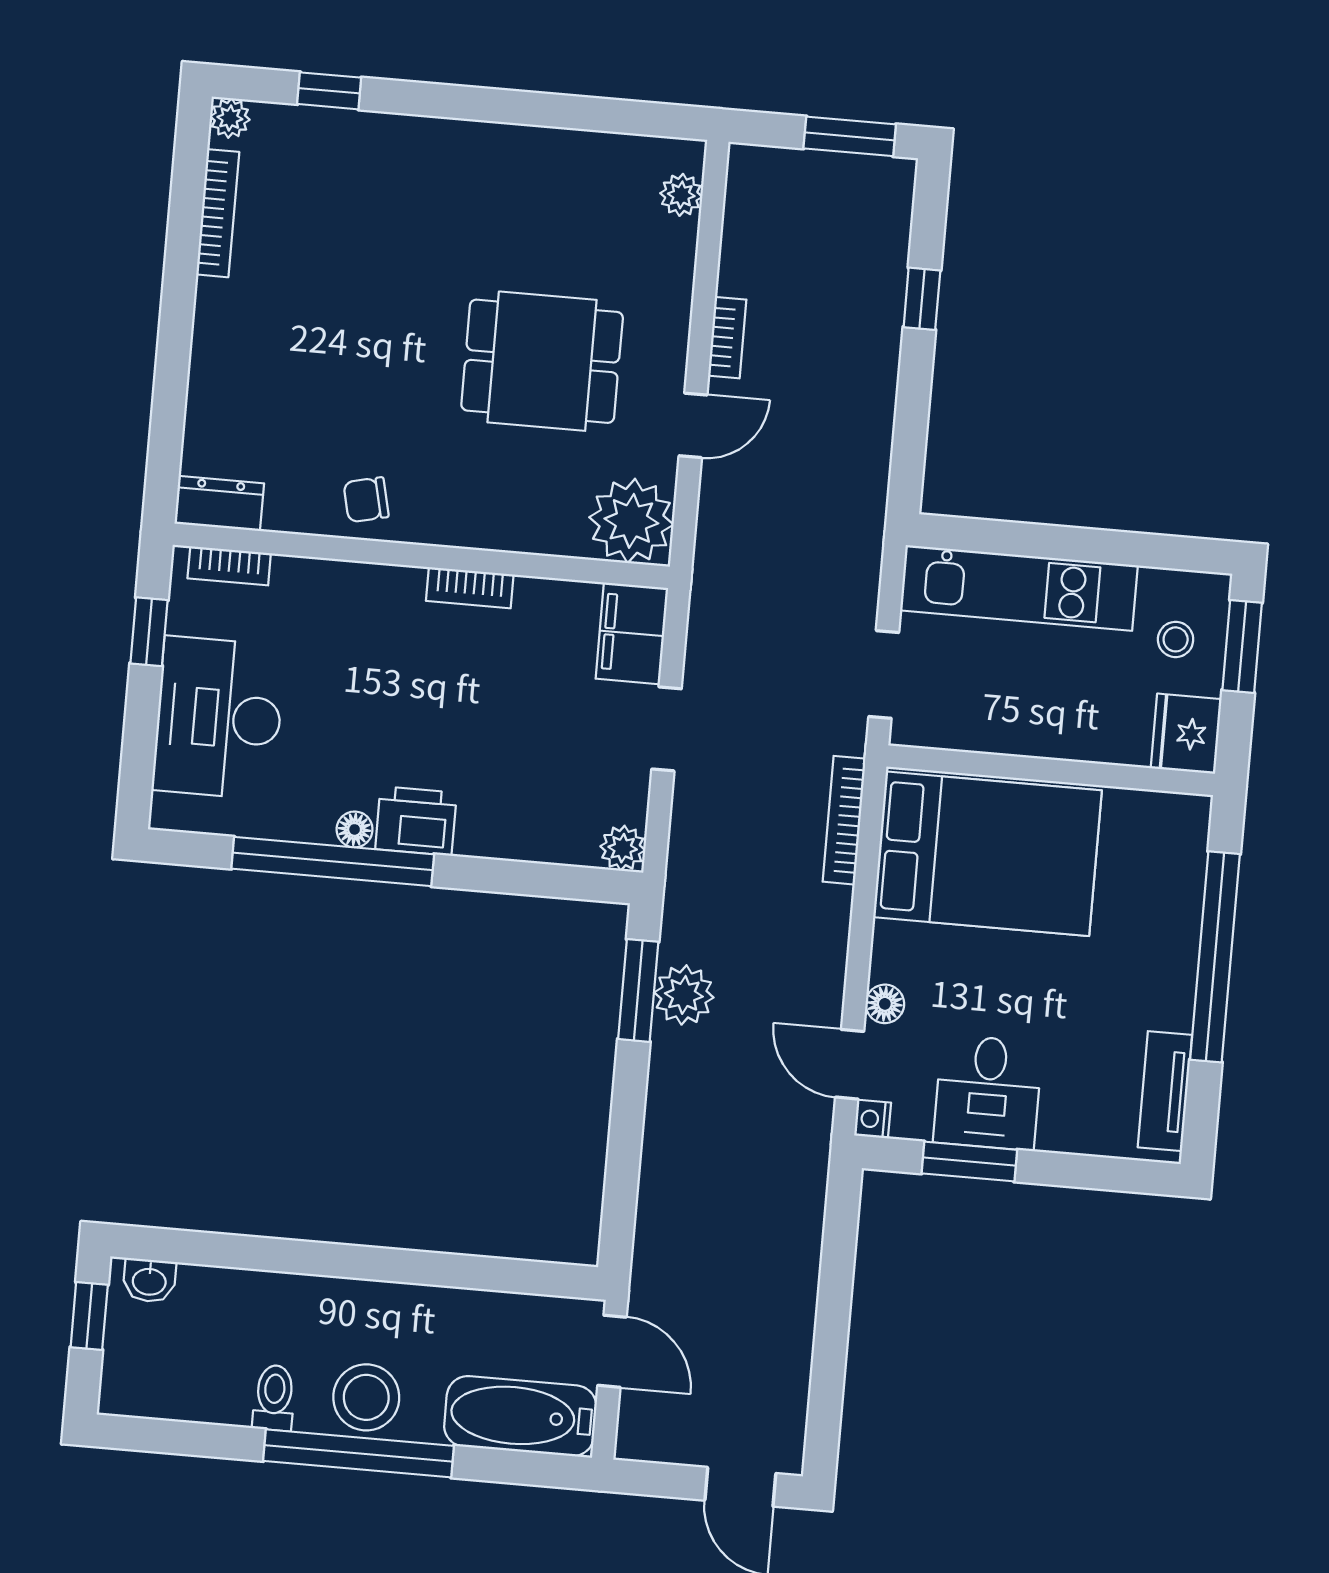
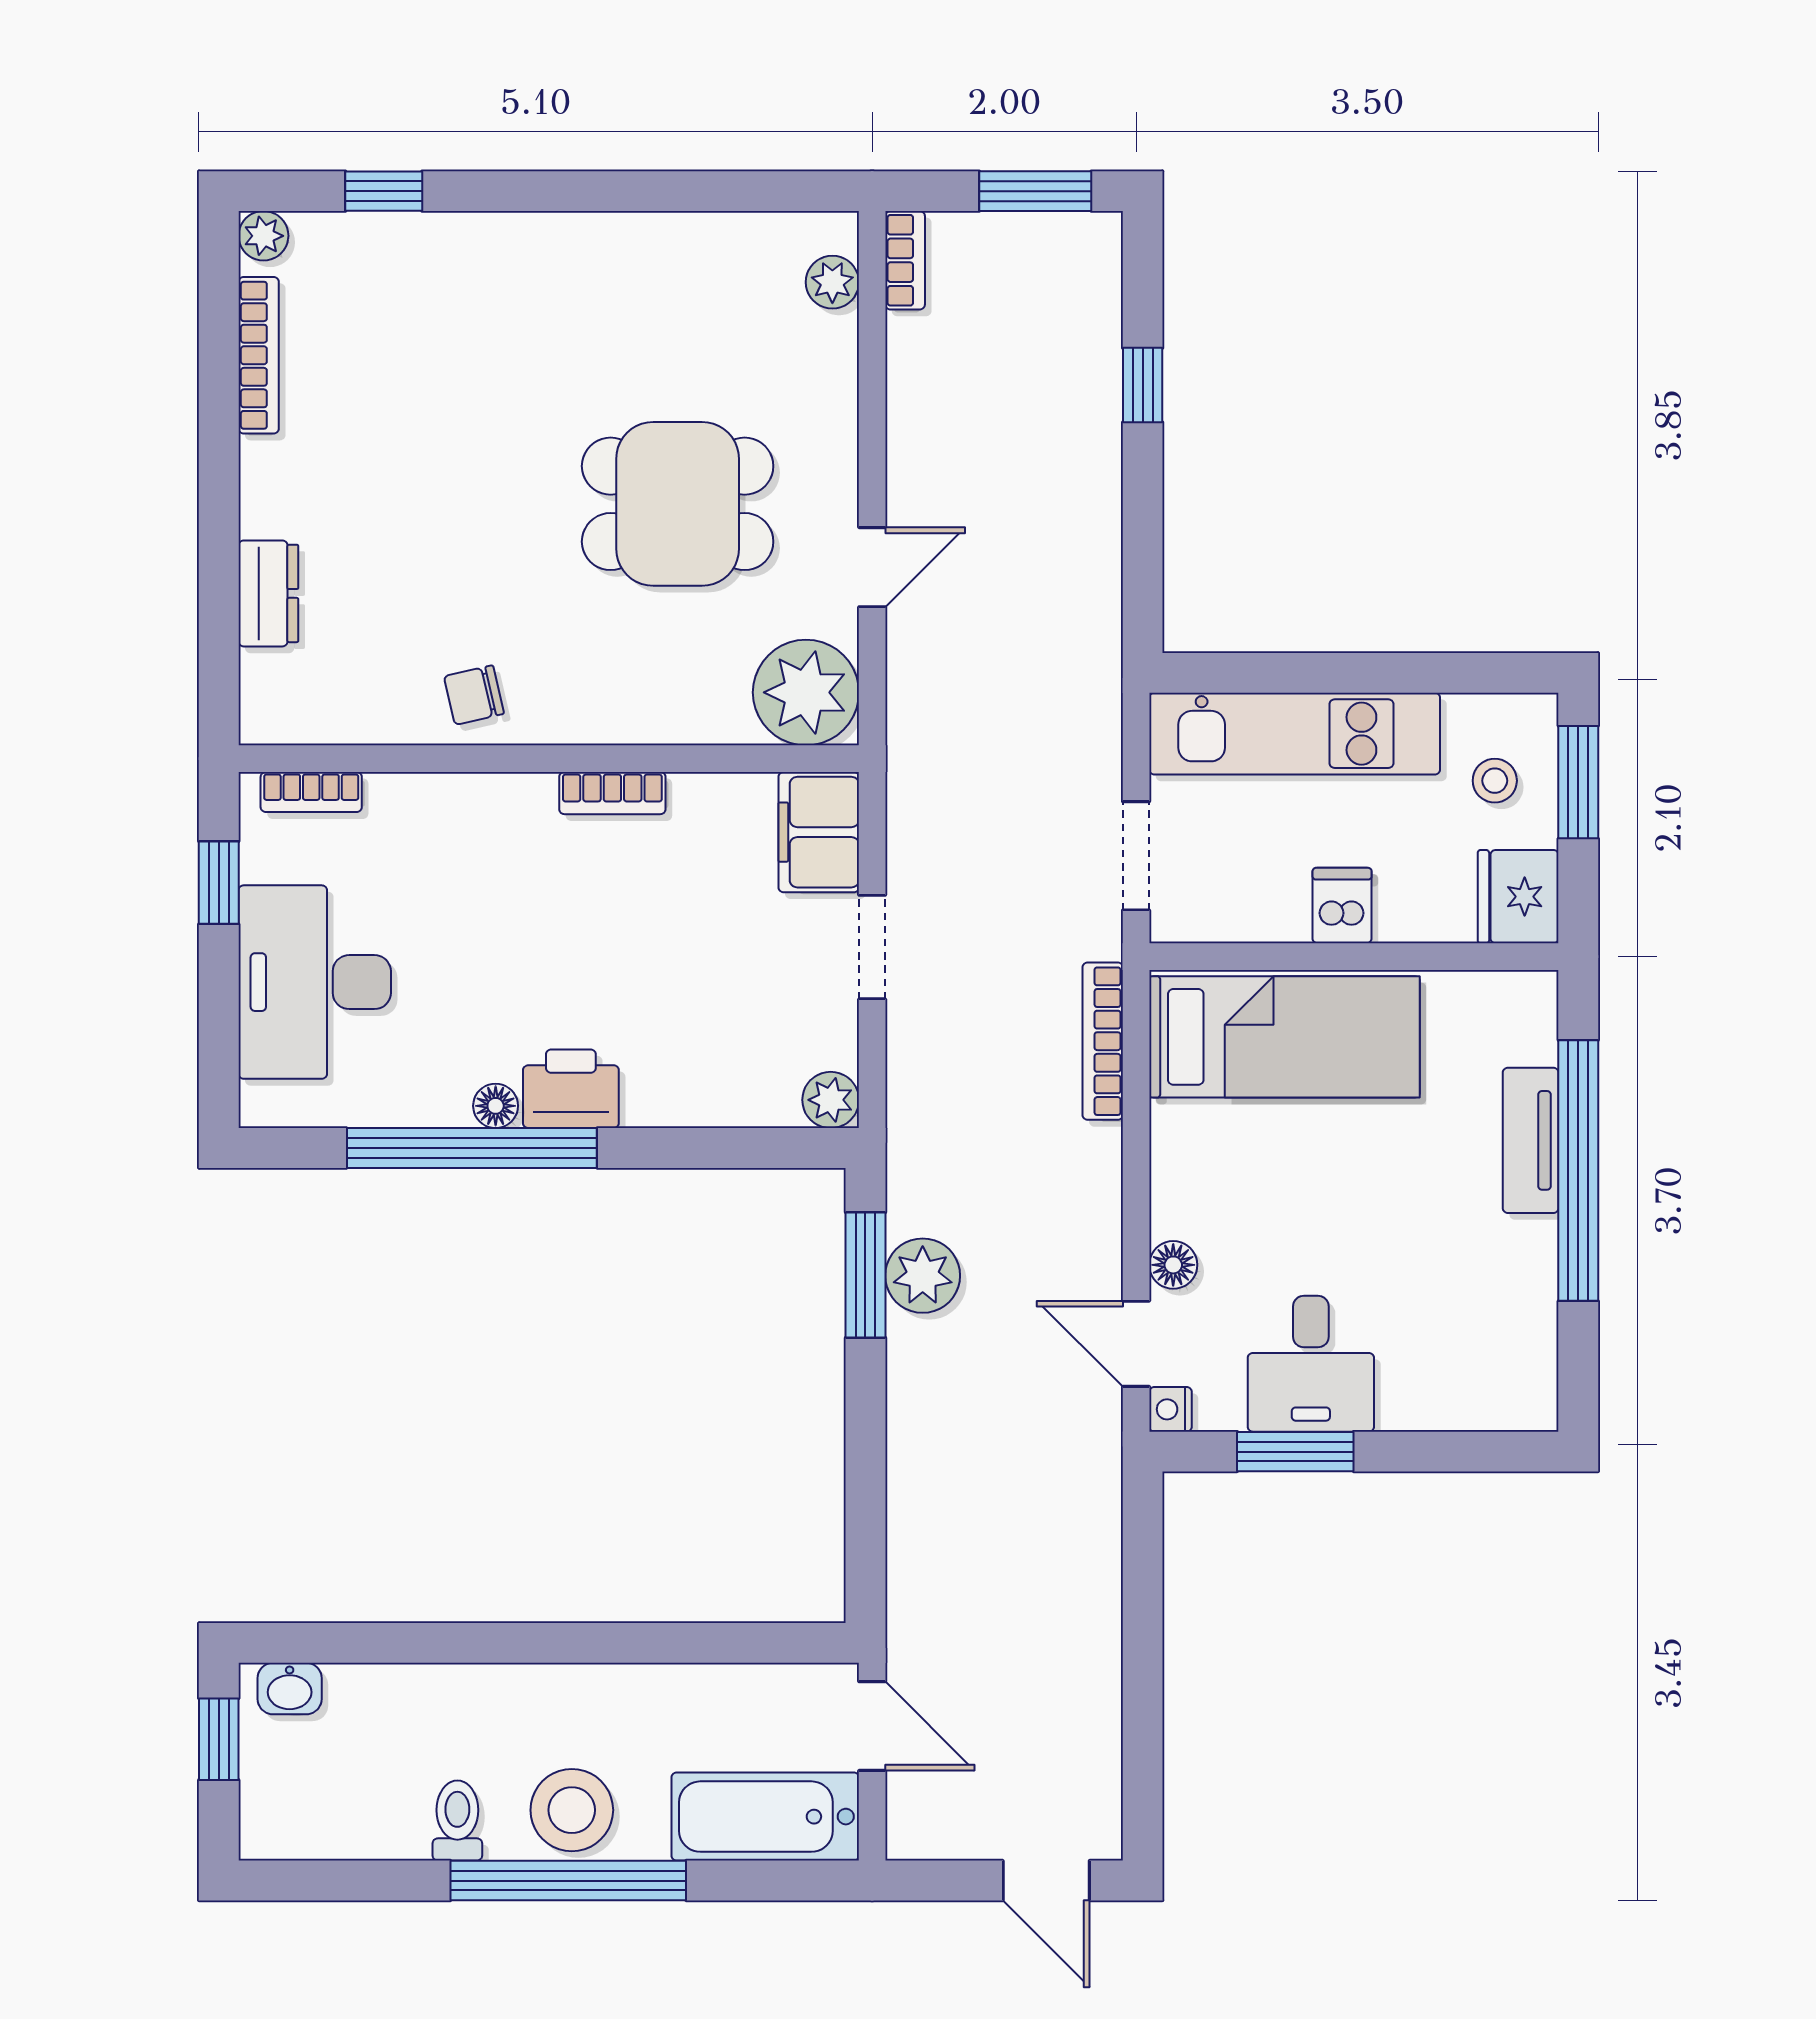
bookcase: (727, 338) -> (905, 260), moved
dresser: (220, 503) -> (268, 593), moved, turned 90
dishwasher: (1045, 729) -> (1342, 906), added
bed: (987, 854) -> (1284, 1037), width x0.67
tv unit: (1165, 1091) -> (1531, 1140), moved

